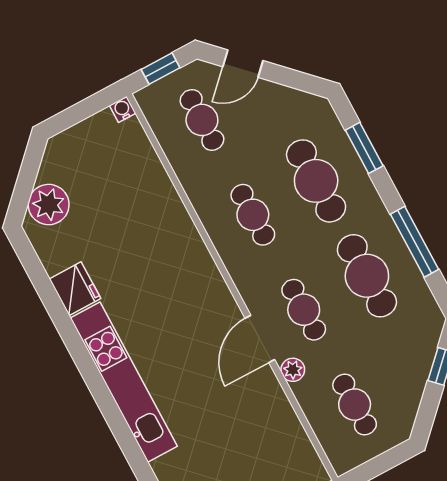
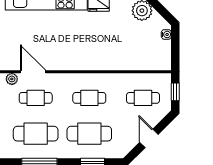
door: (243, 64) -> (149, 138), moved
water cooler: (123, 109) -> (166, 34), moved

